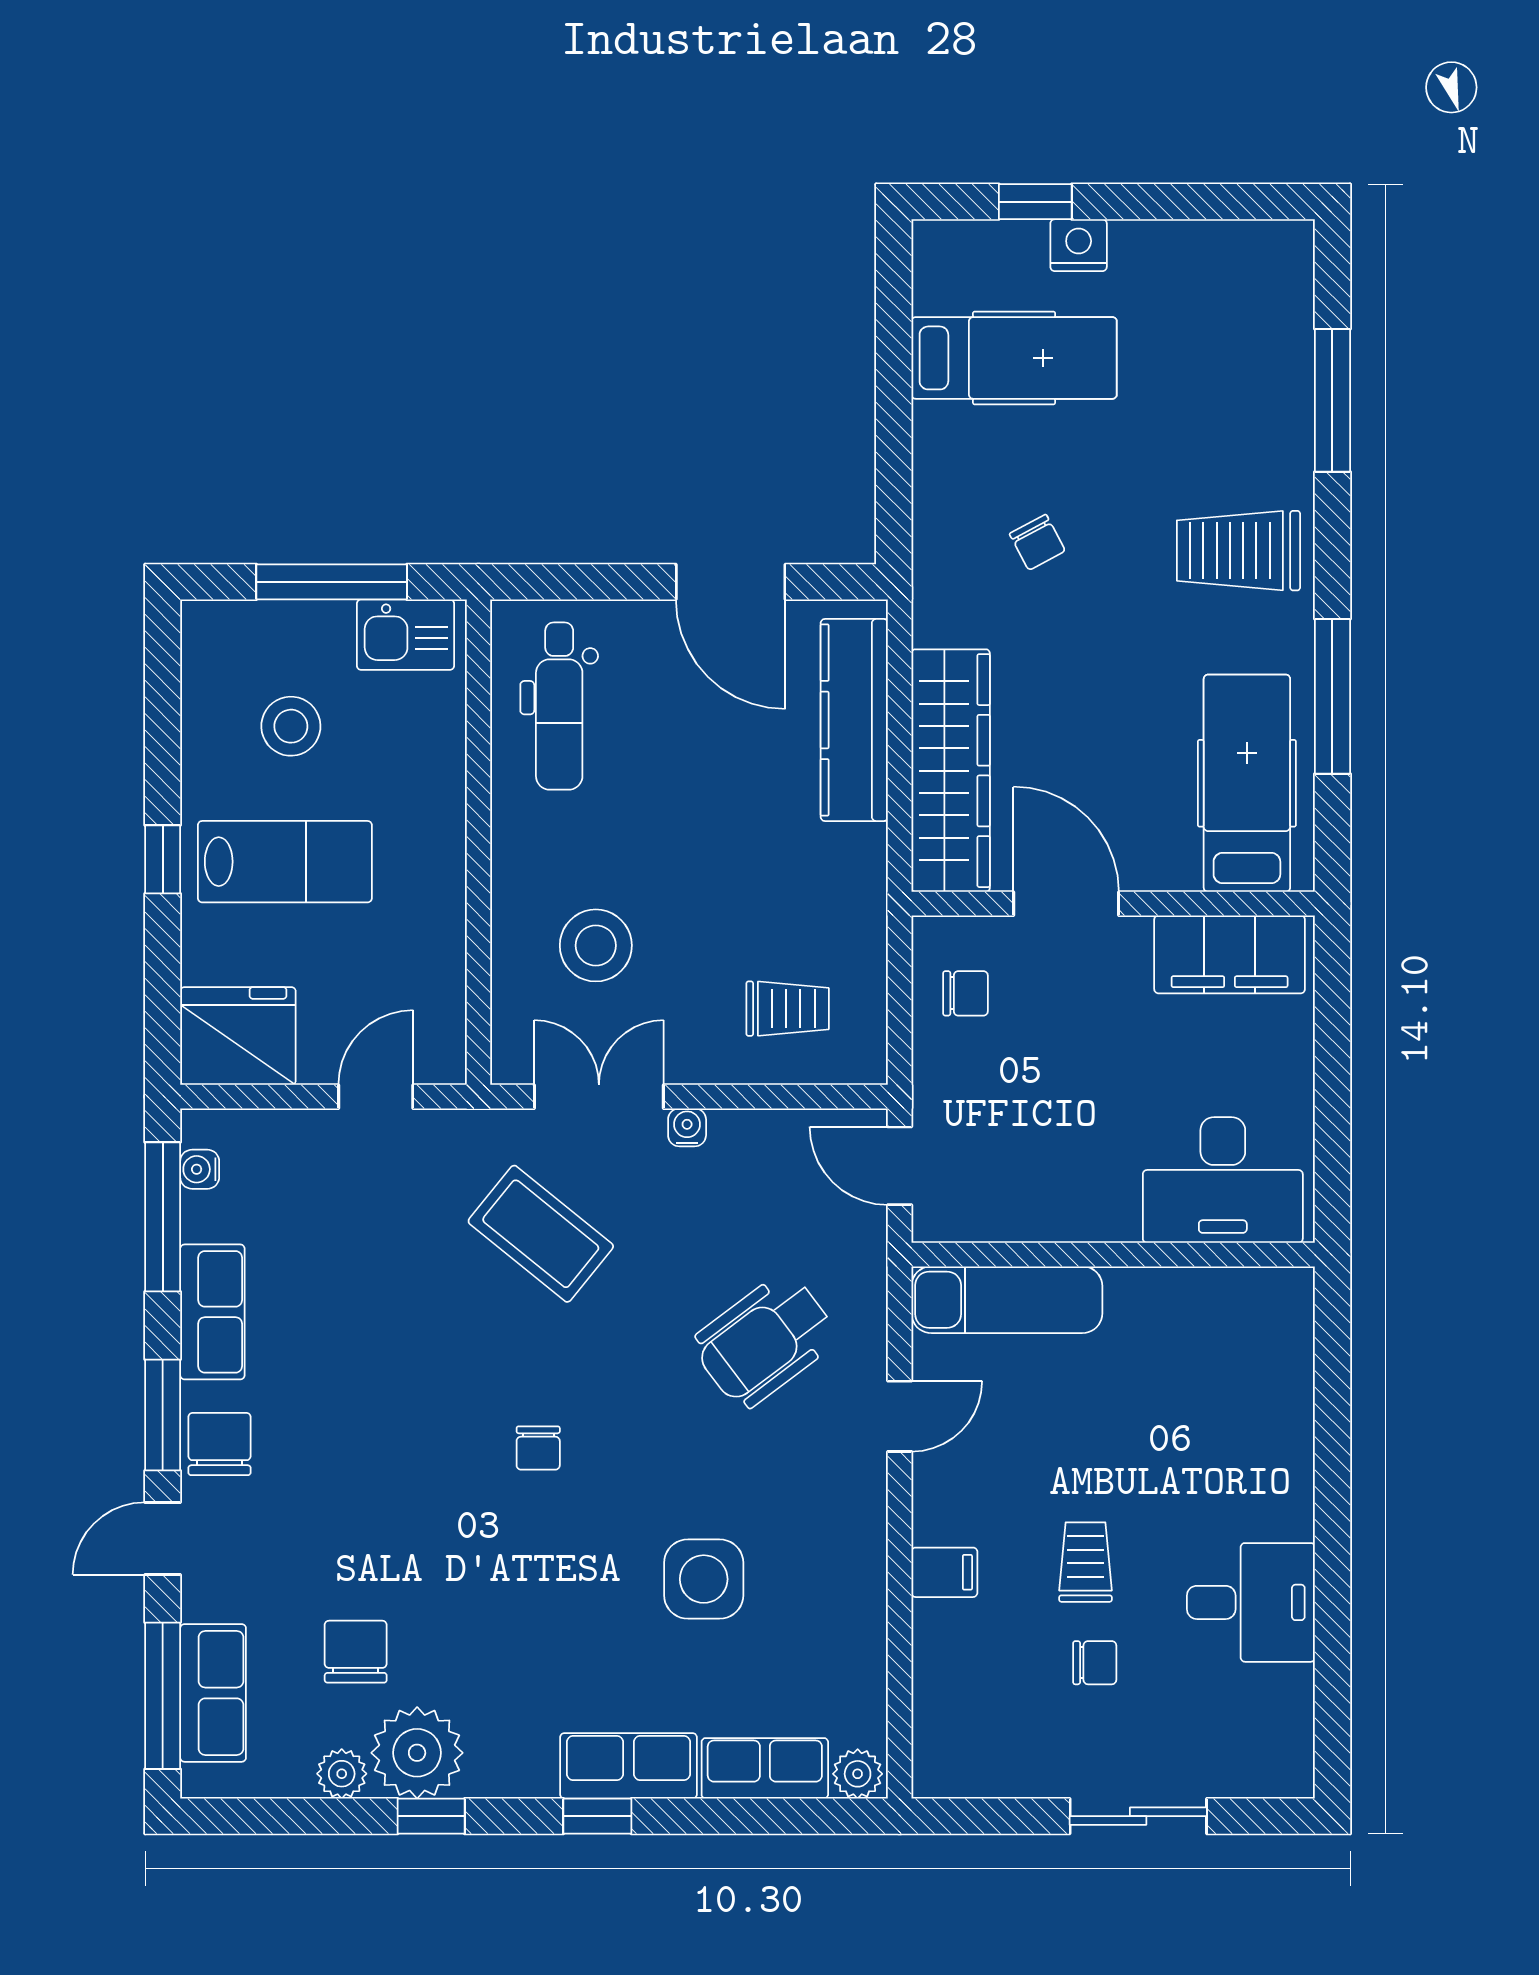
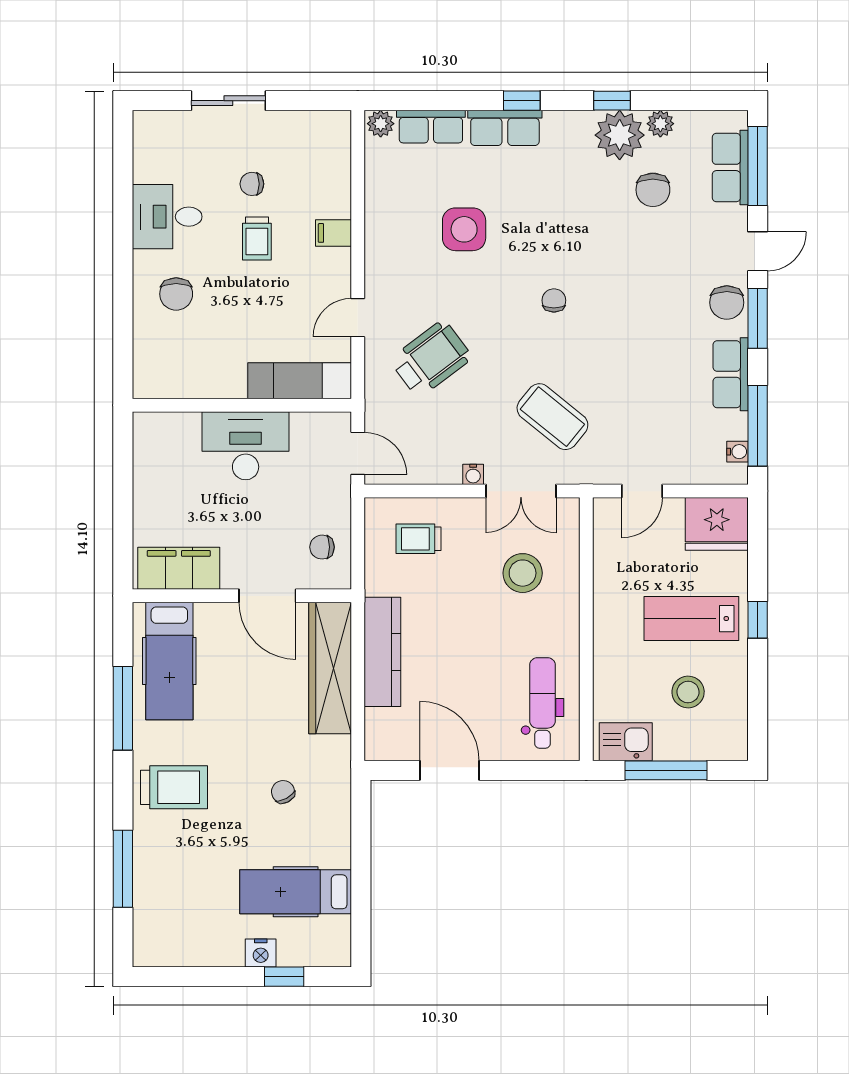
kitchen counter: (854, 720) -> (382, 652), moved
desk: (1223, 1180) -> (246, 446), moved
chair: (1234, 1460) -> (176, 294), added

